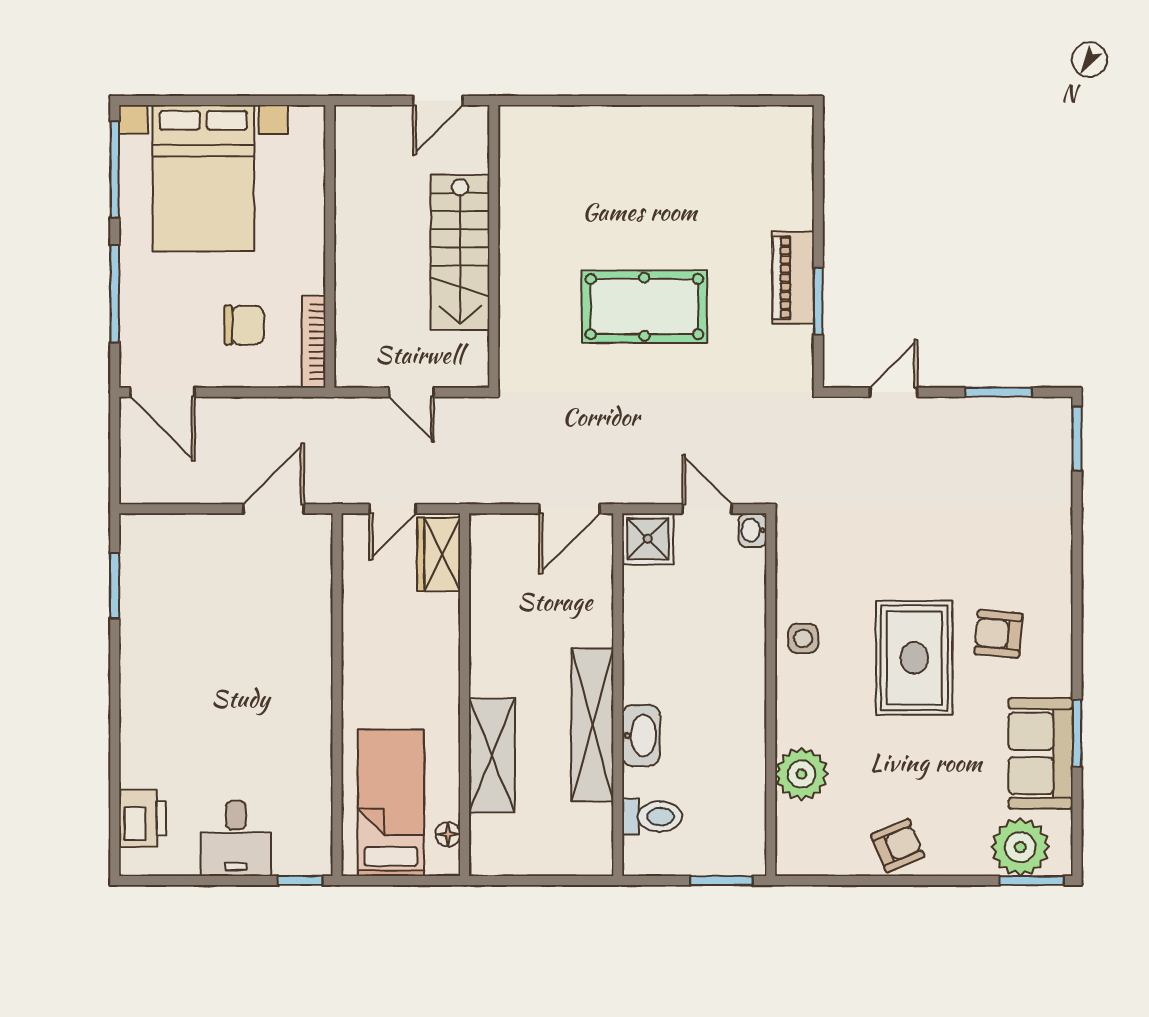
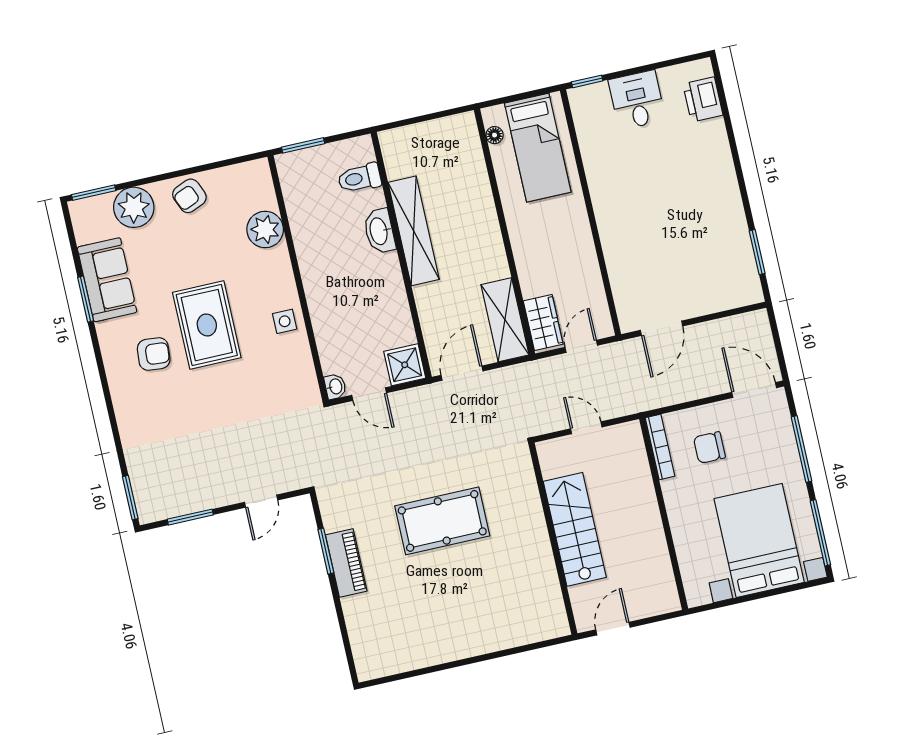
shelving: (492, 755) -> (505, 320), moved
plant: (1020, 847) -> (134, 207), moved

